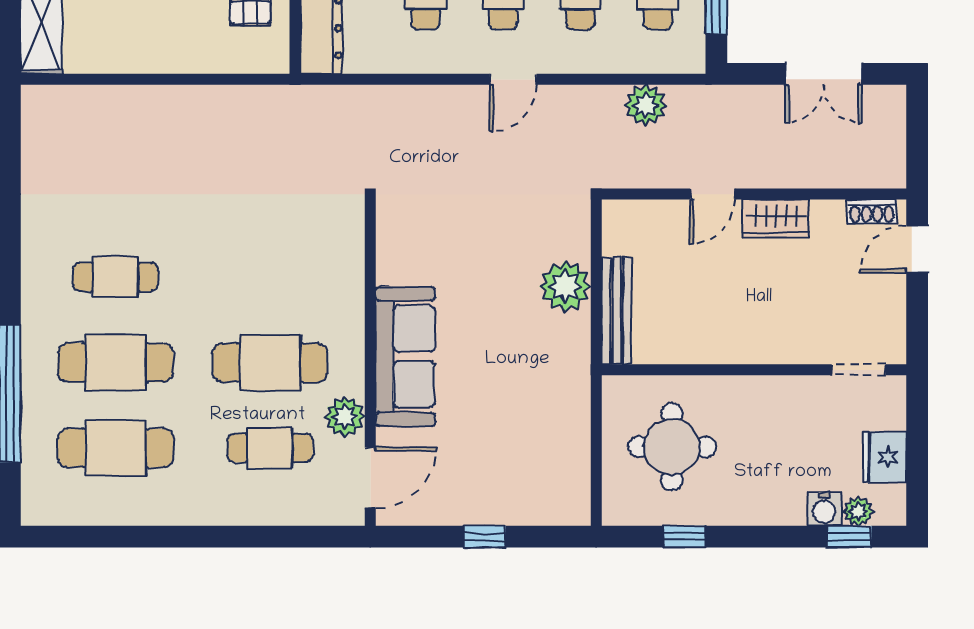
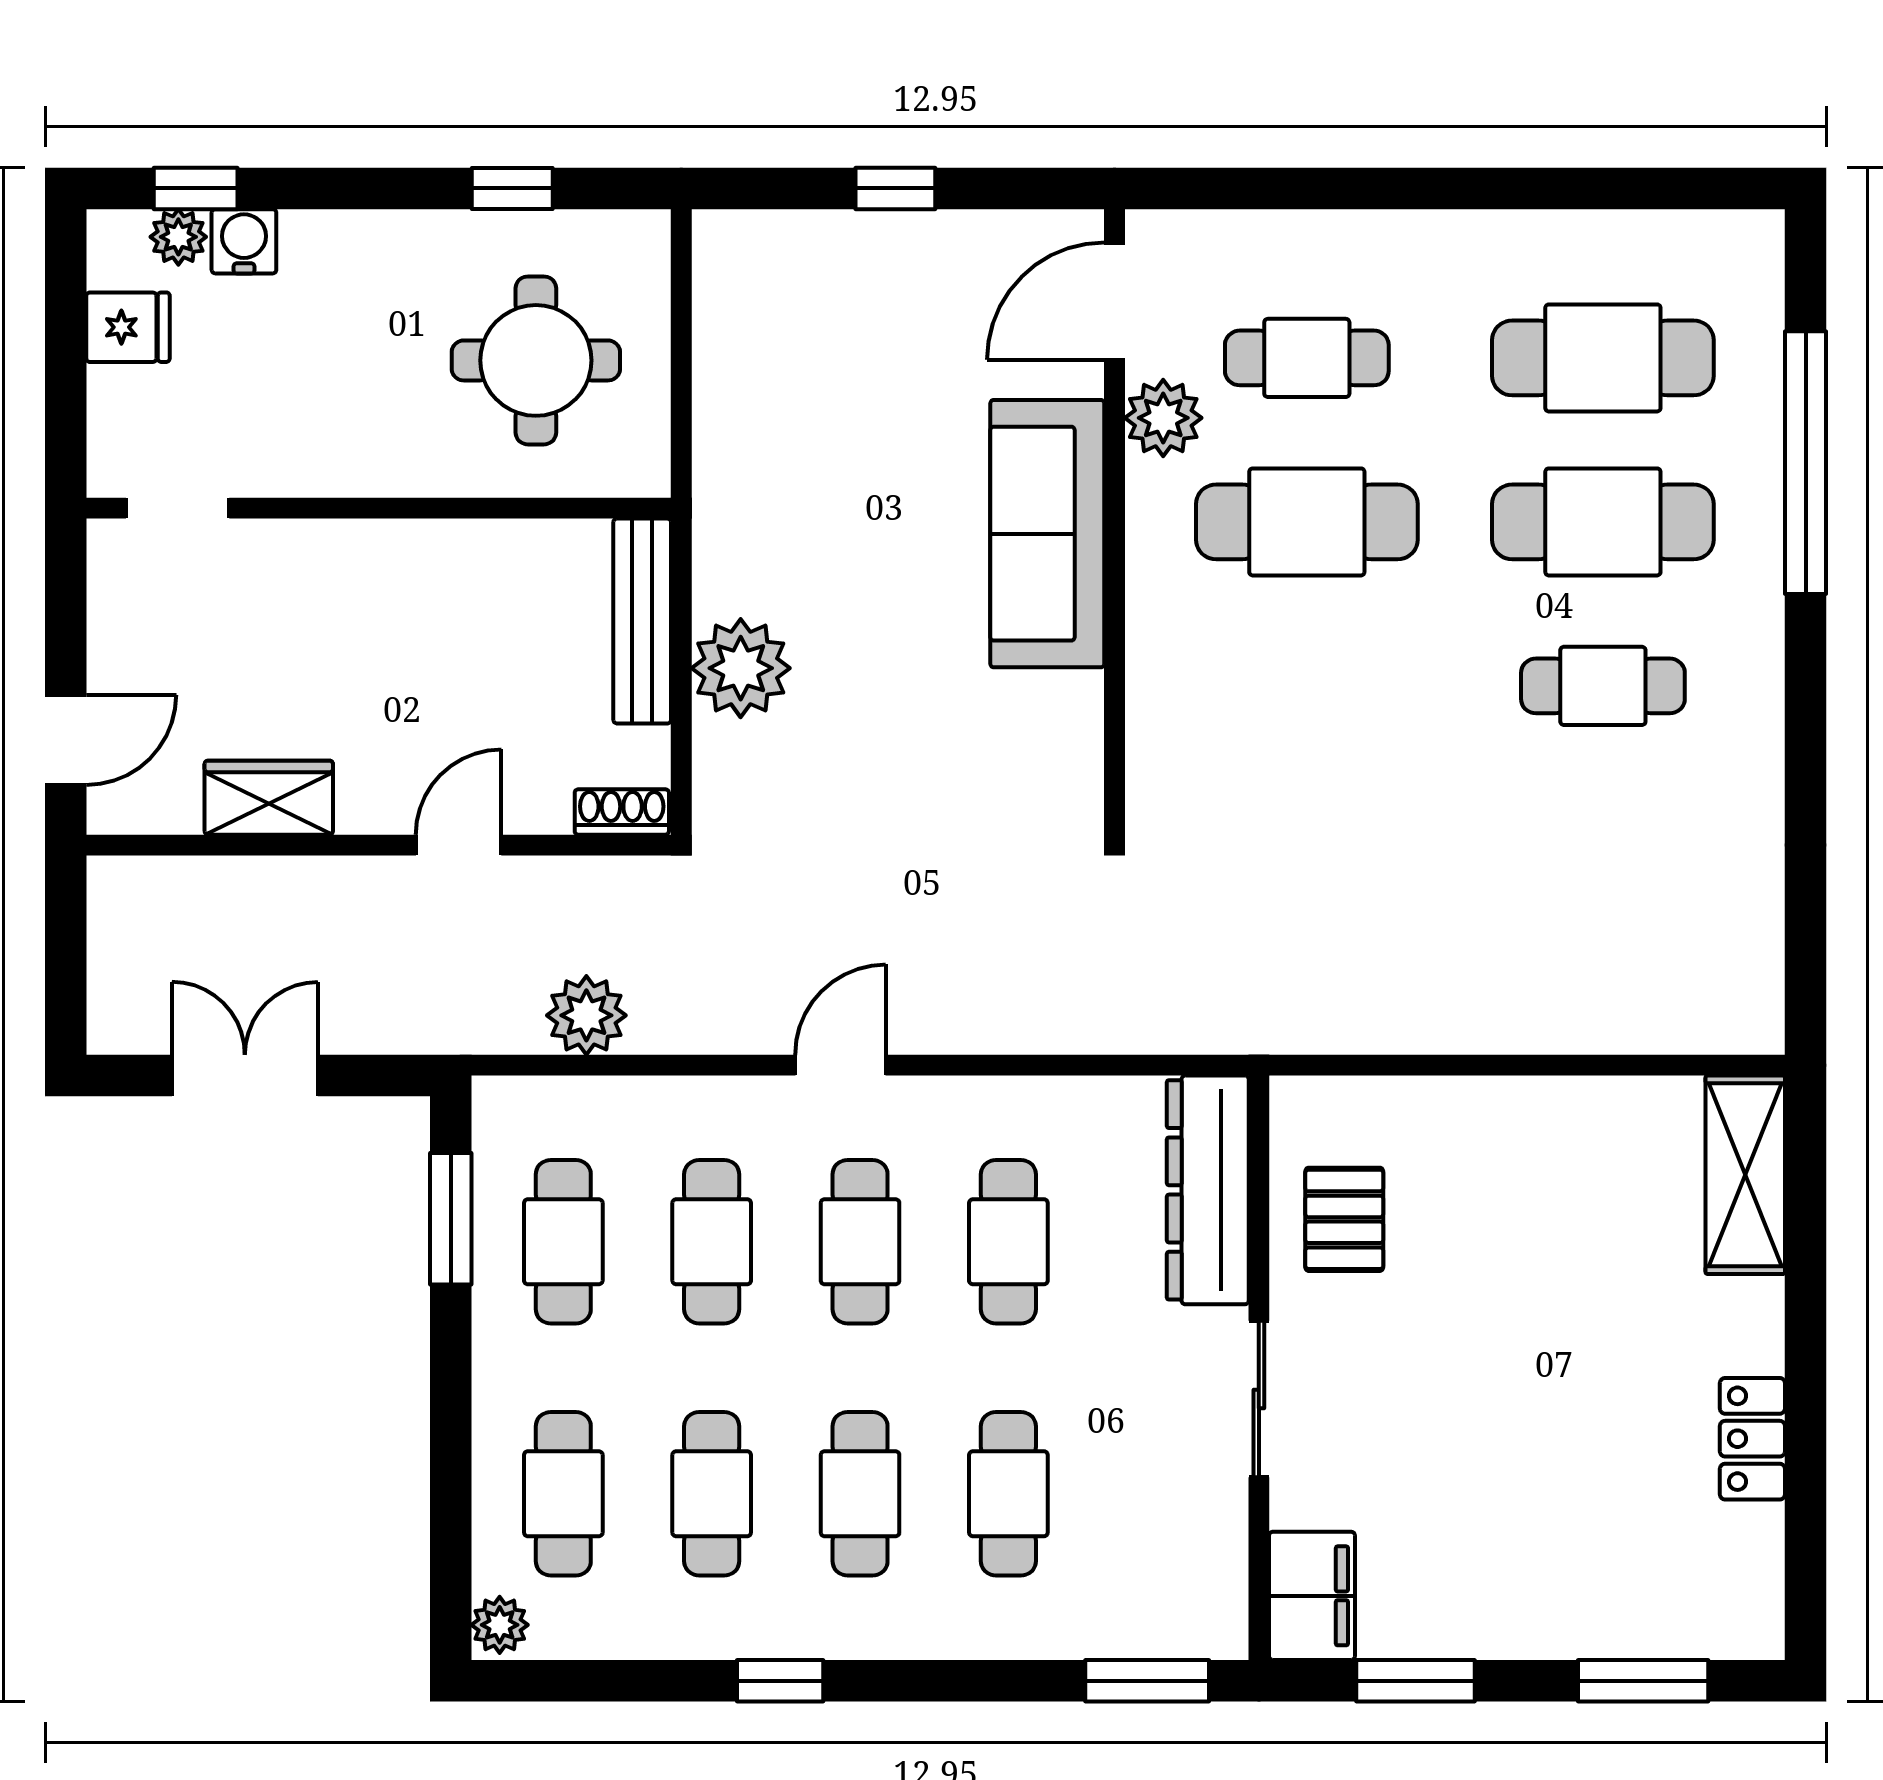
shoe rack: (872, 211) -> (622, 812), moved
wardrobe: (776, 219) -> (269, 798), moved
fridge: (885, 457) -> (128, 327), width x0.72

